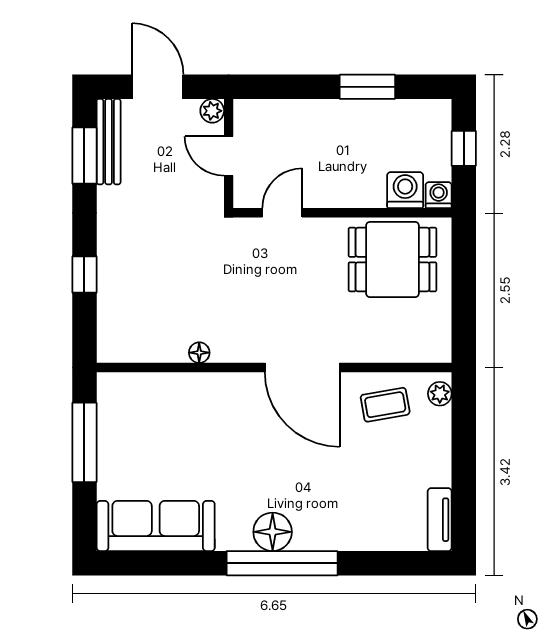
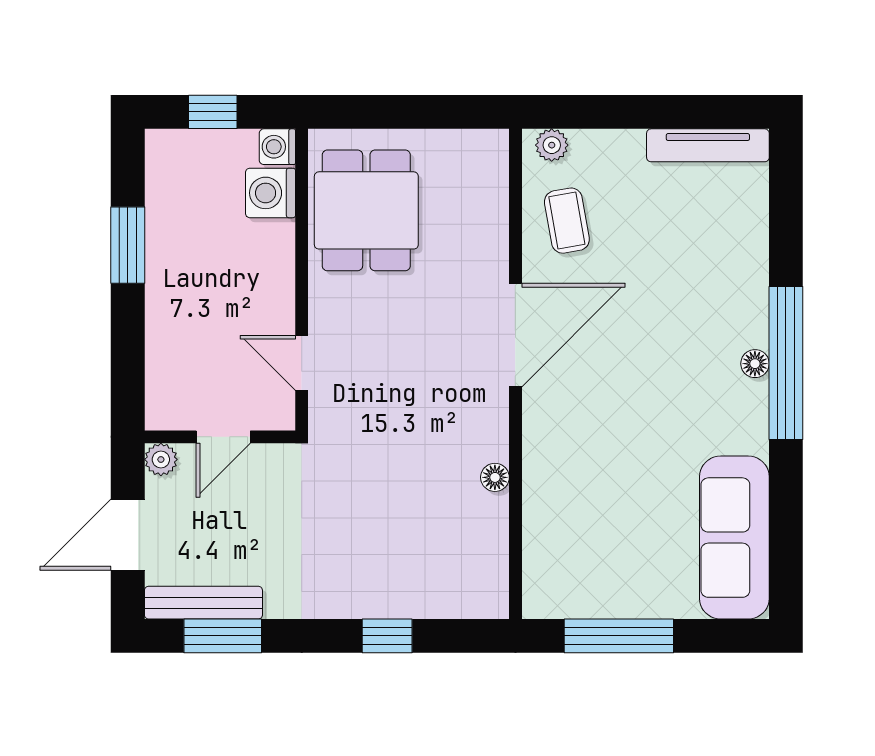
tv unit: (440, 520) -> (708, 145), width x1.41
floor lamp: (273, 532) -> (755, 364), width x0.53, depth x0.53

